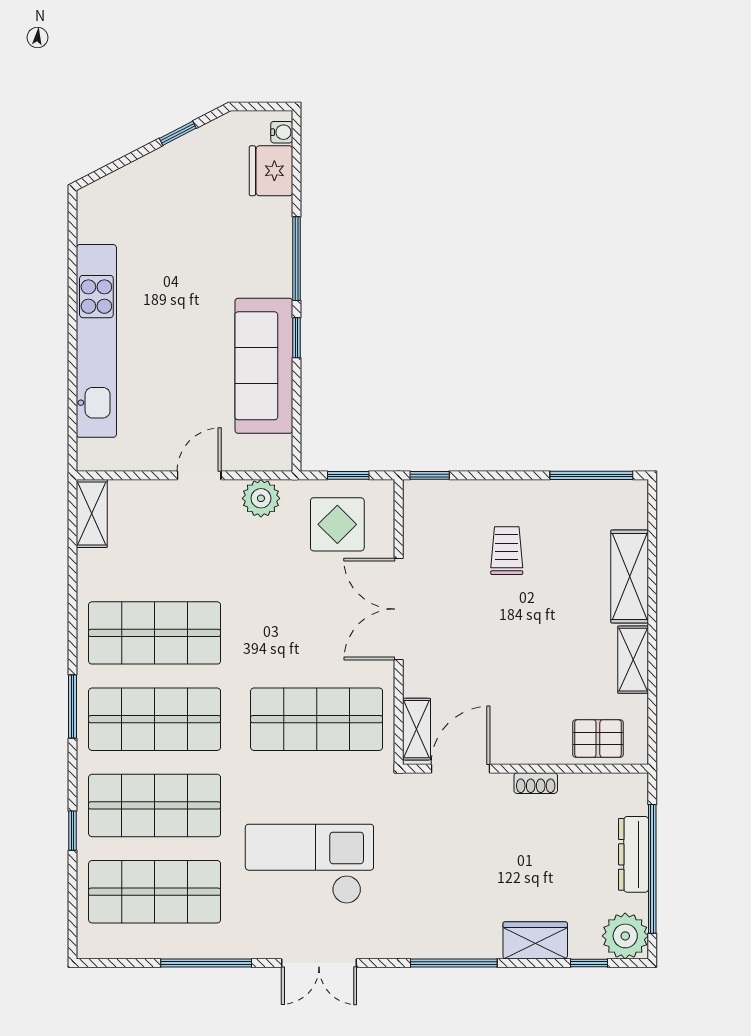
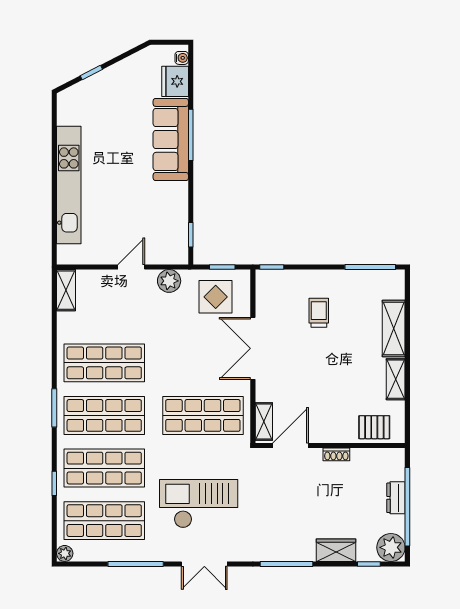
window: (178, 133) -> (91, 72), moved
window: (296, 338) -> (191, 235), moved
sofa: (264, 366) -> (171, 139), moved
dresser: (633, 854) -> (396, 498), width x0.70
plant: (90, 946) -> (65, 553), added

